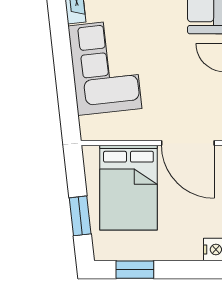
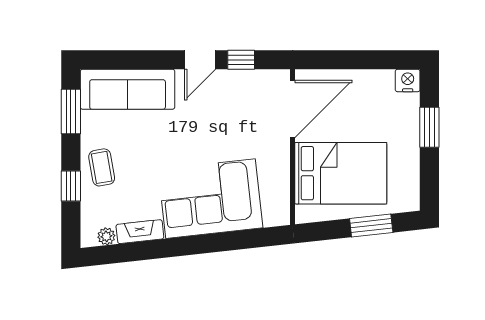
window: (135, 270) -> (429, 127), moved

